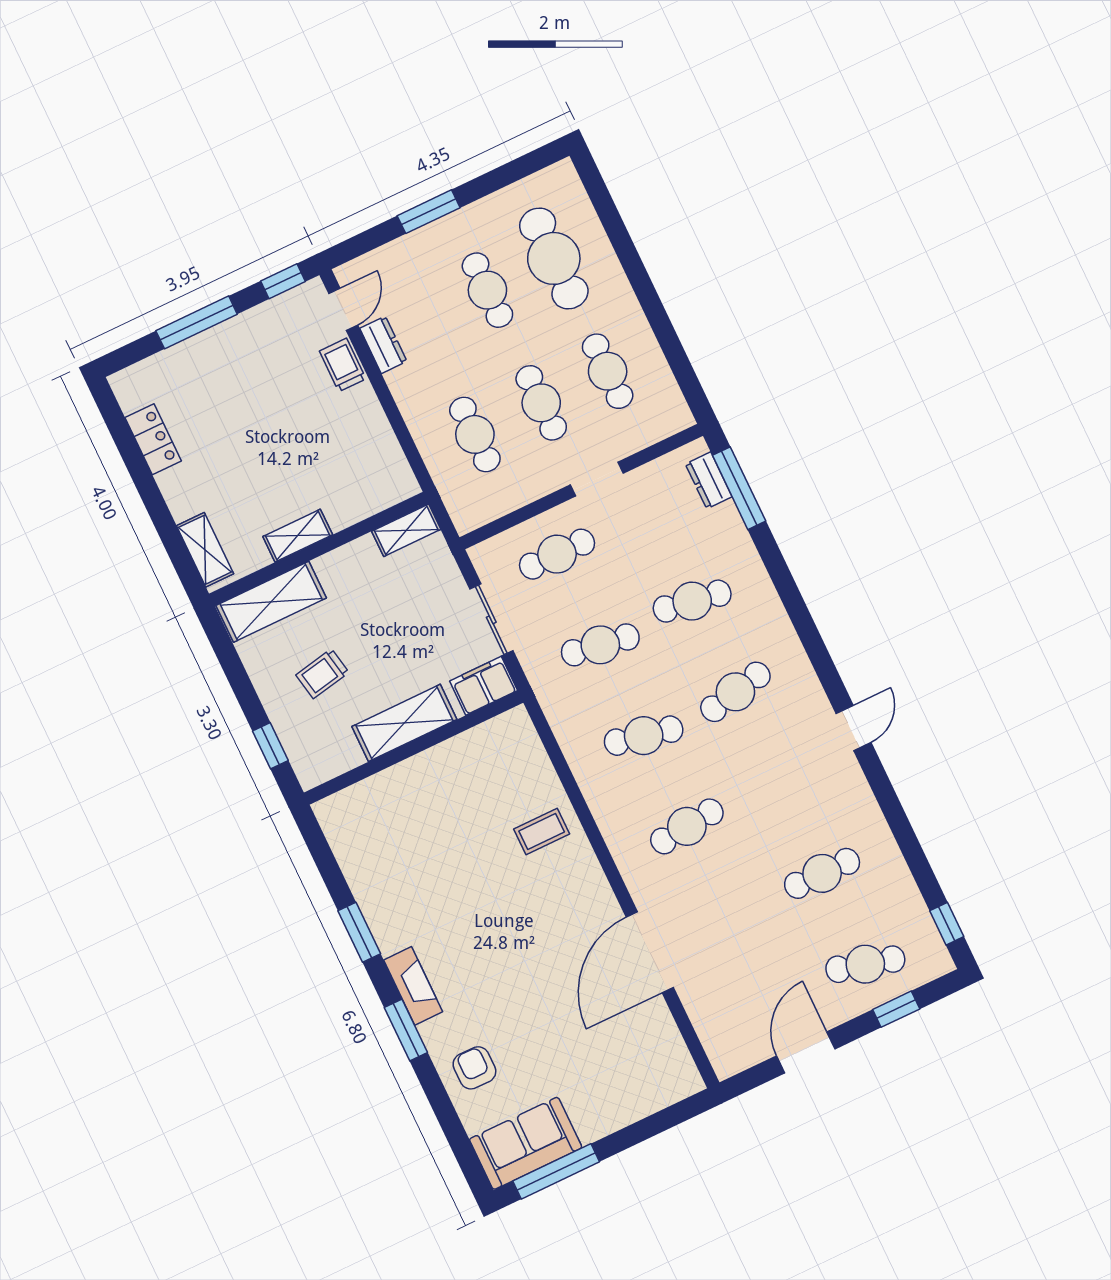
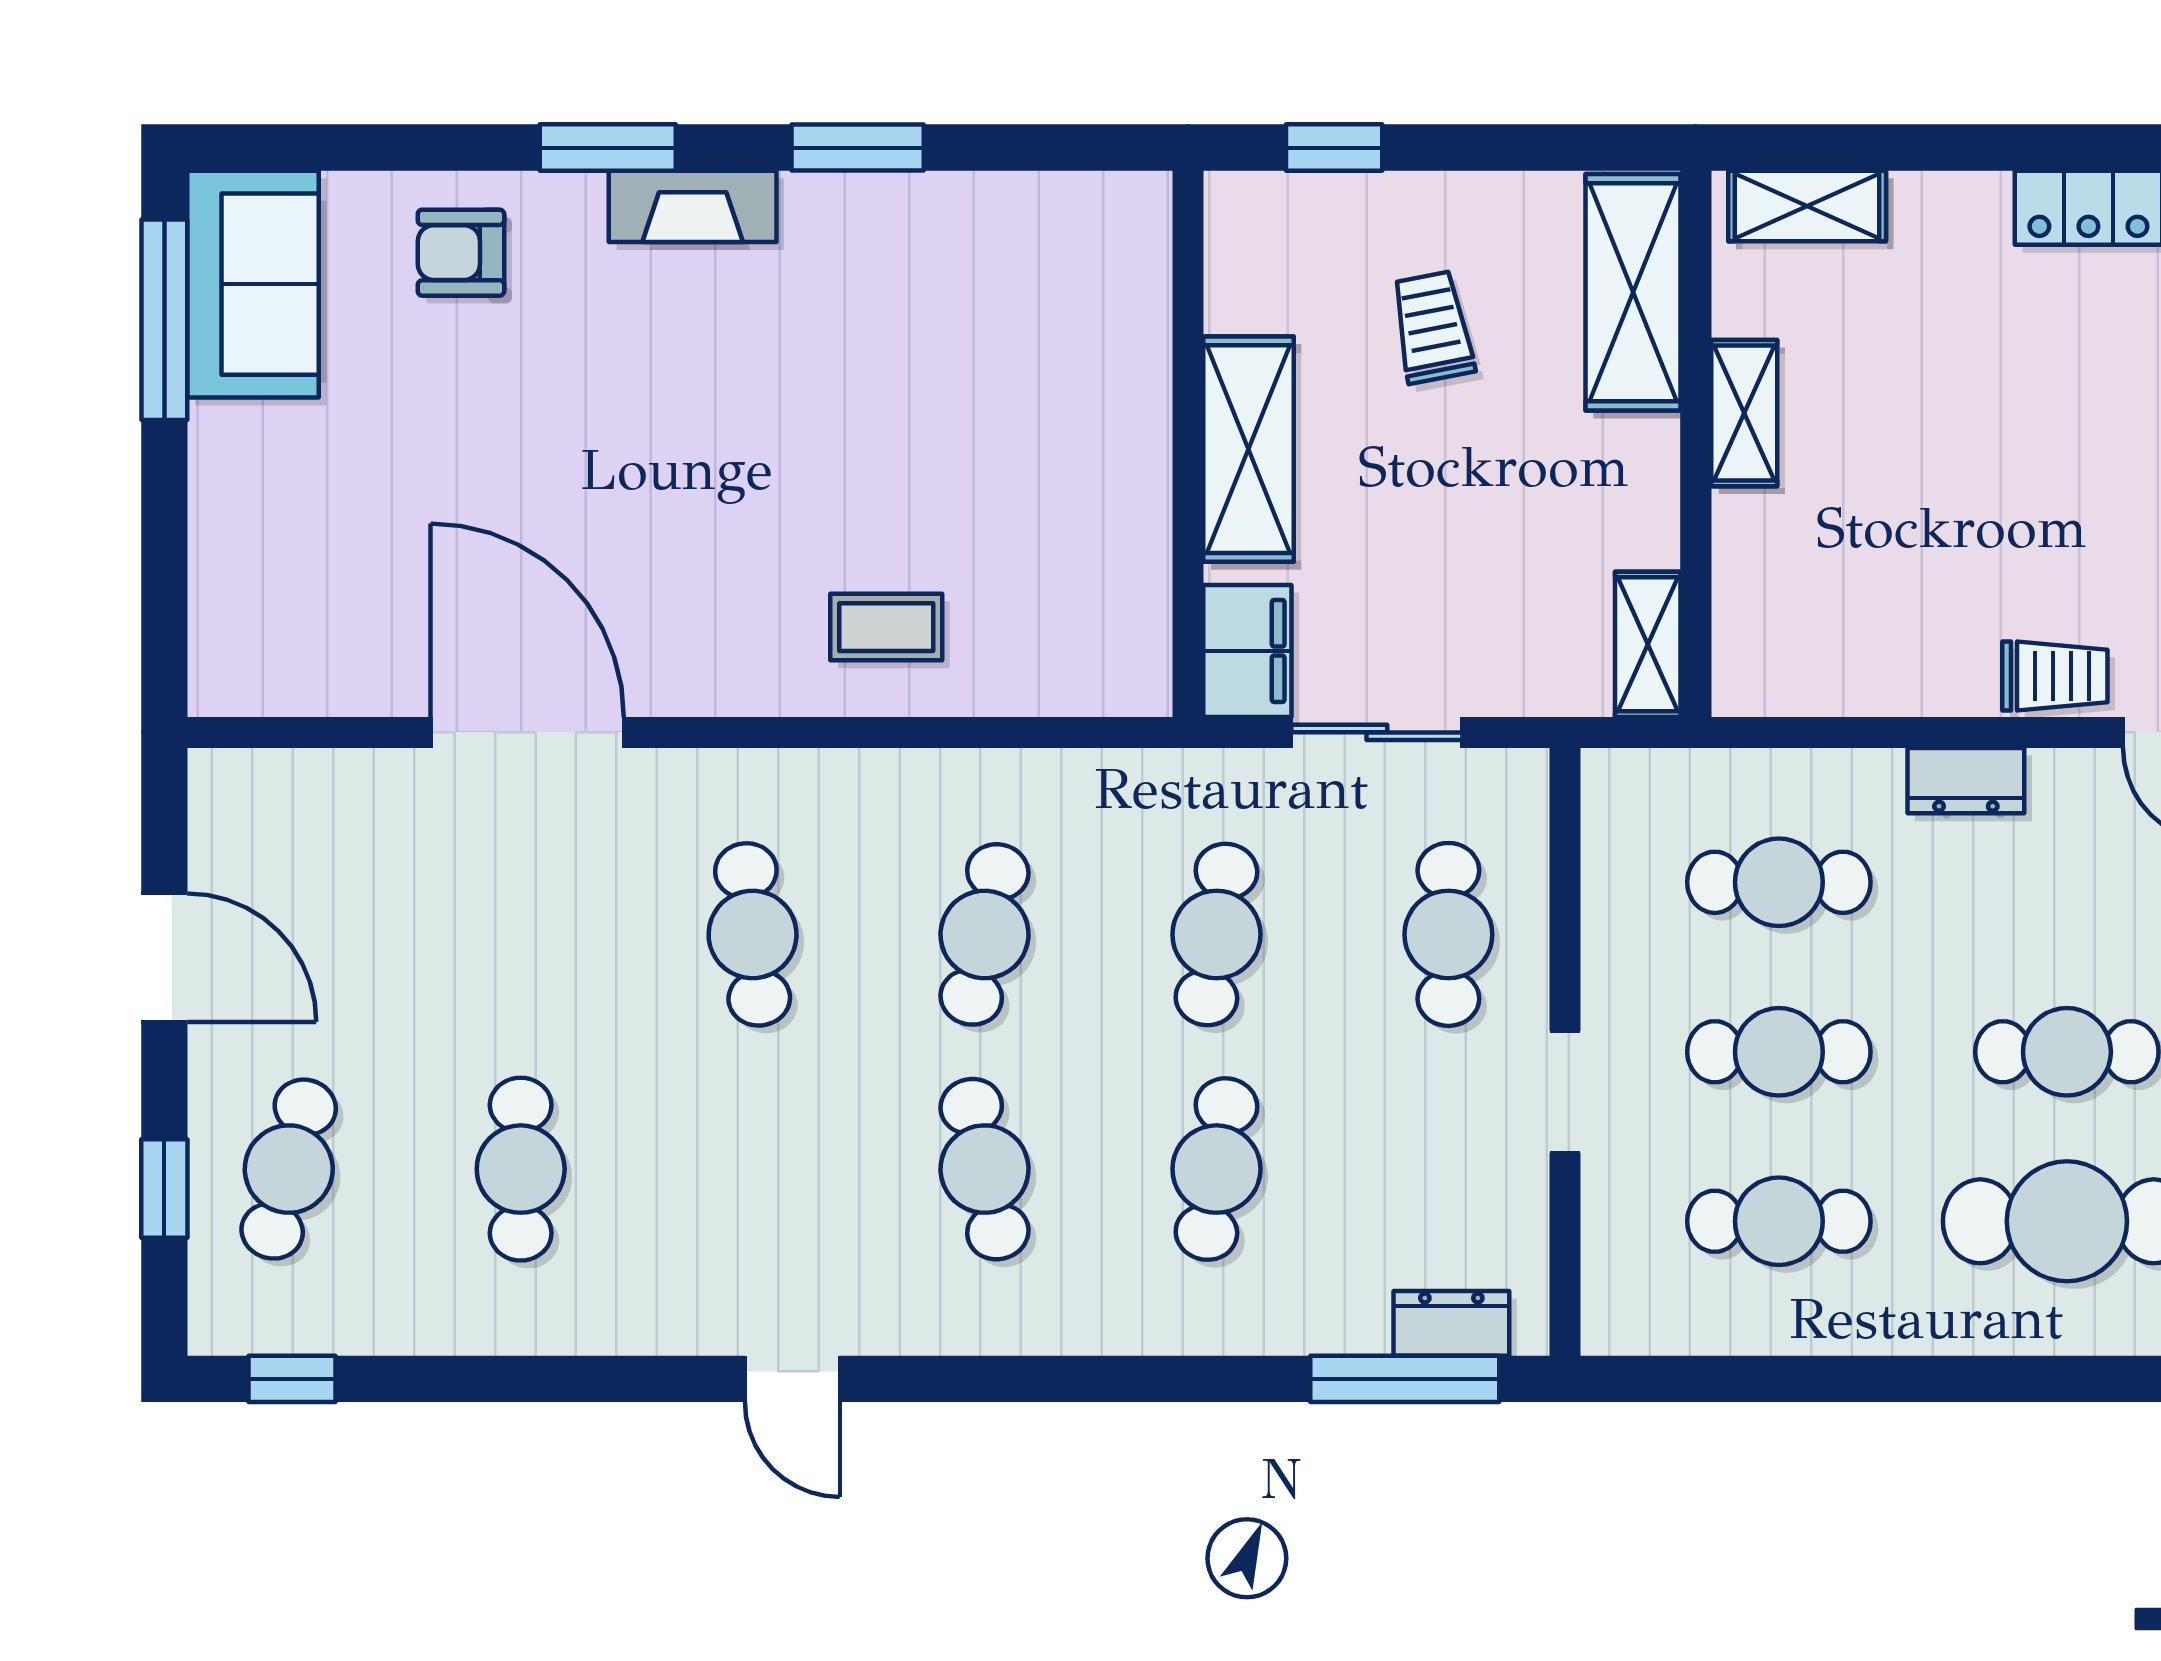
dresser: (383, 345) -> (1966, 781), moved
coffee table: (542, 832) -> (886, 627), turned 90
armchair: (474, 1068) -> (461, 253), turned 180

